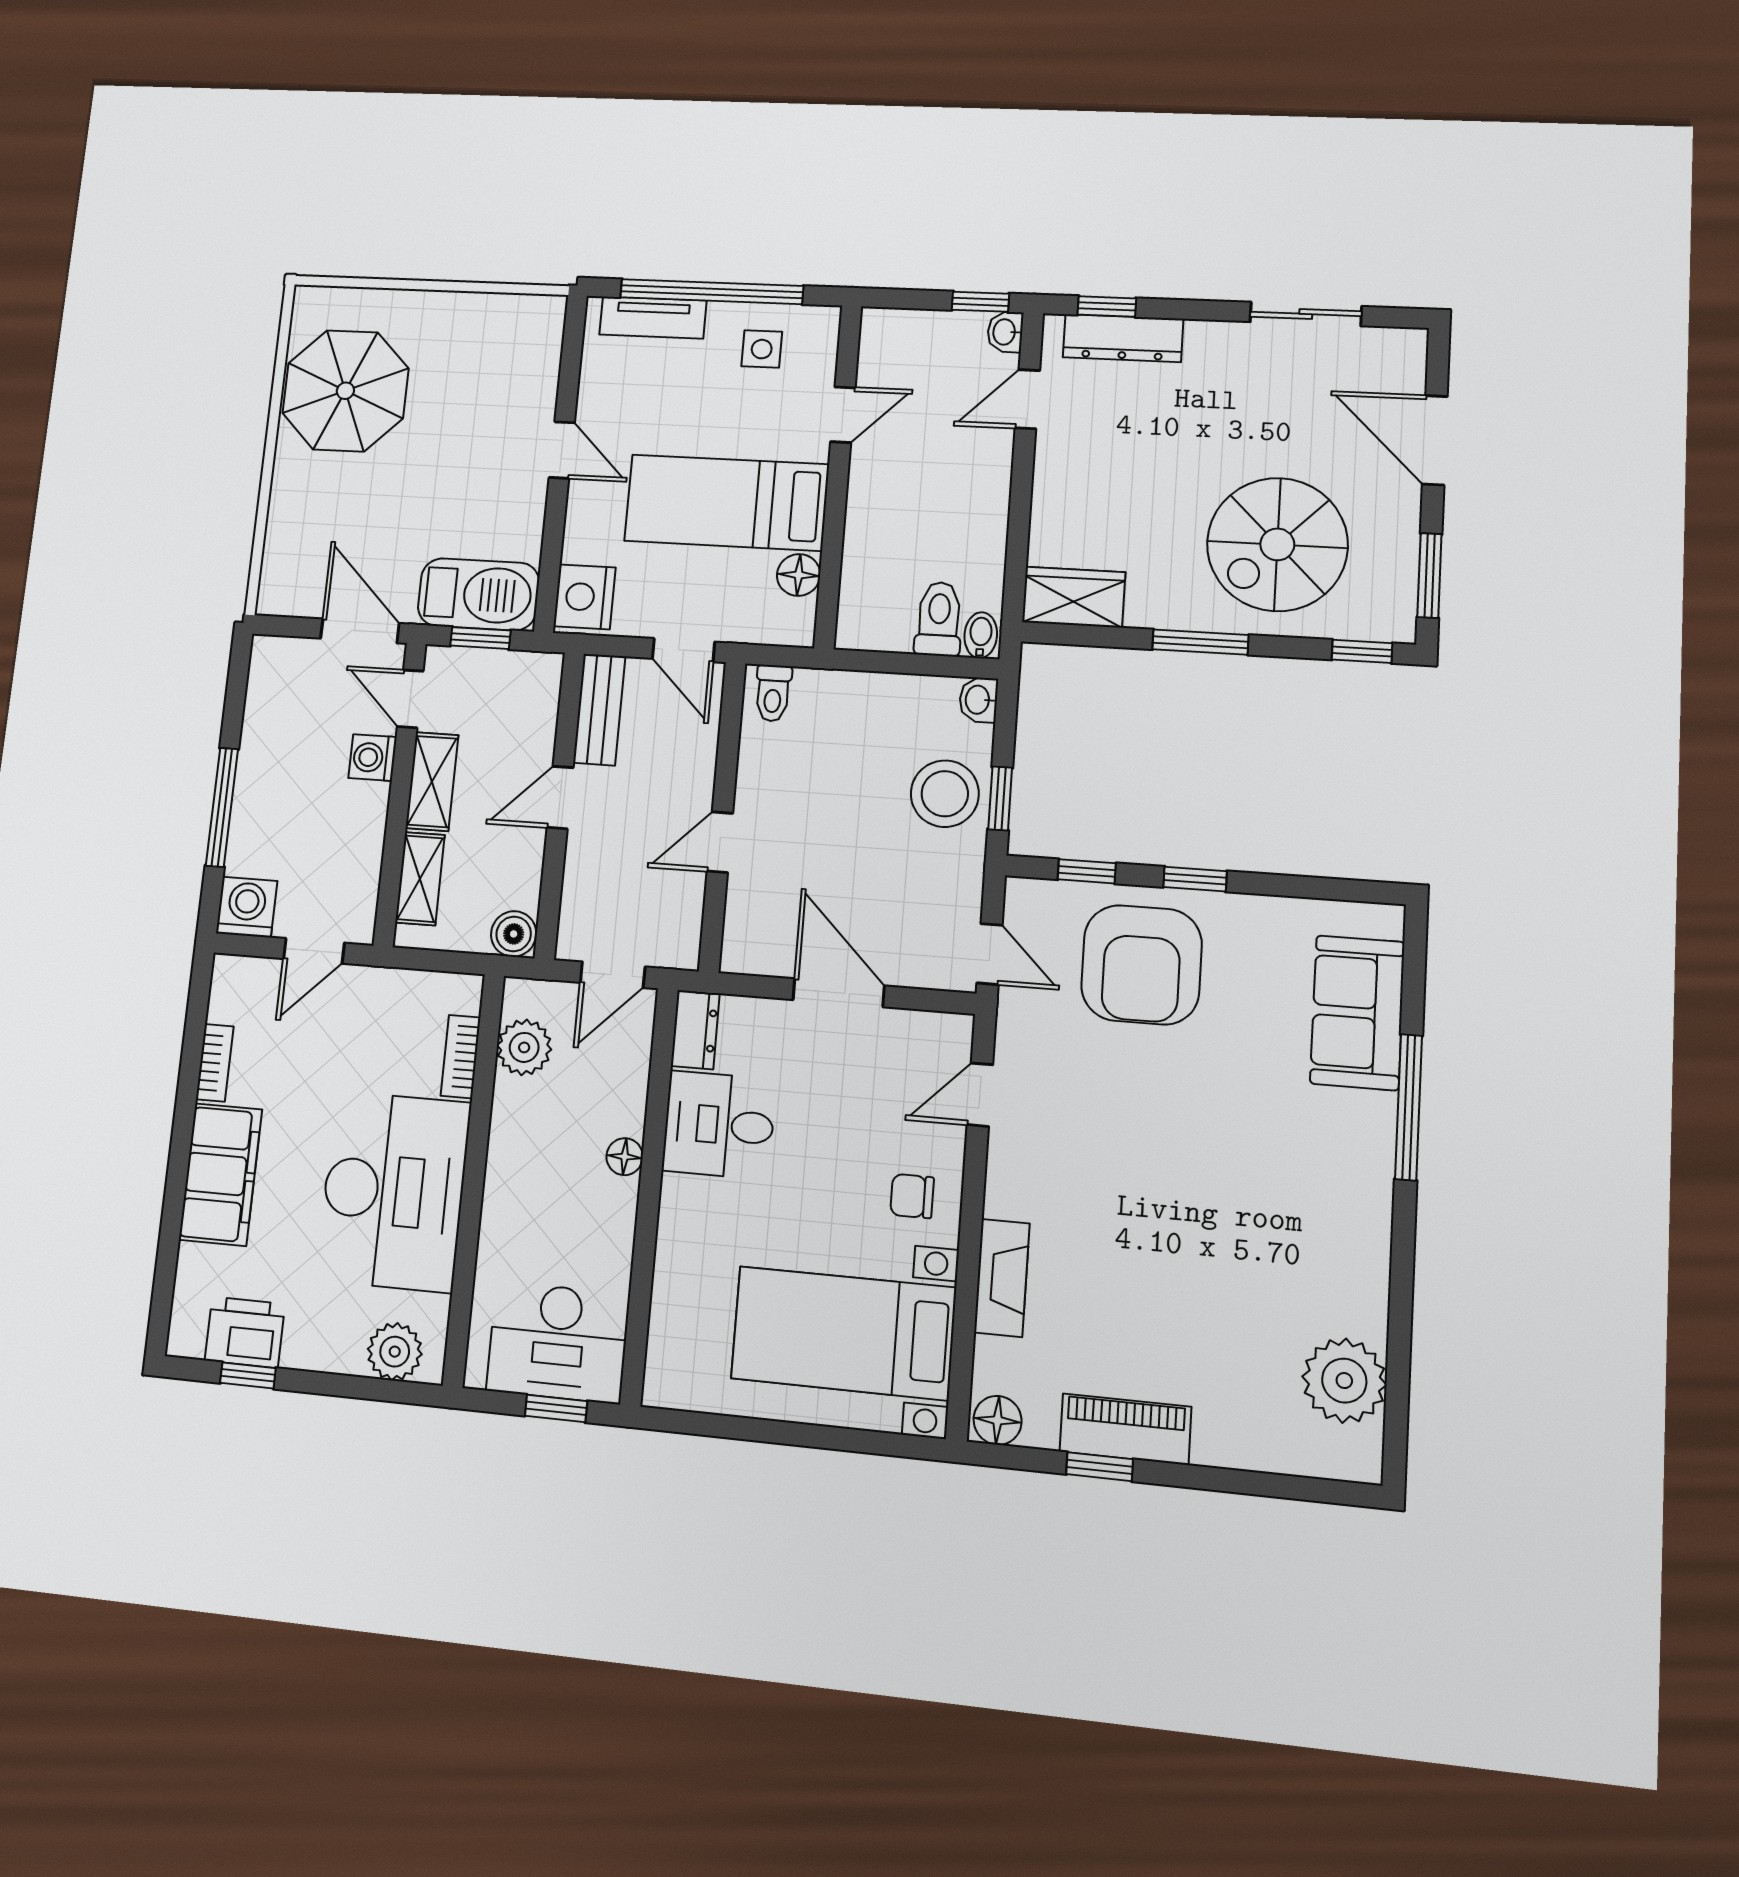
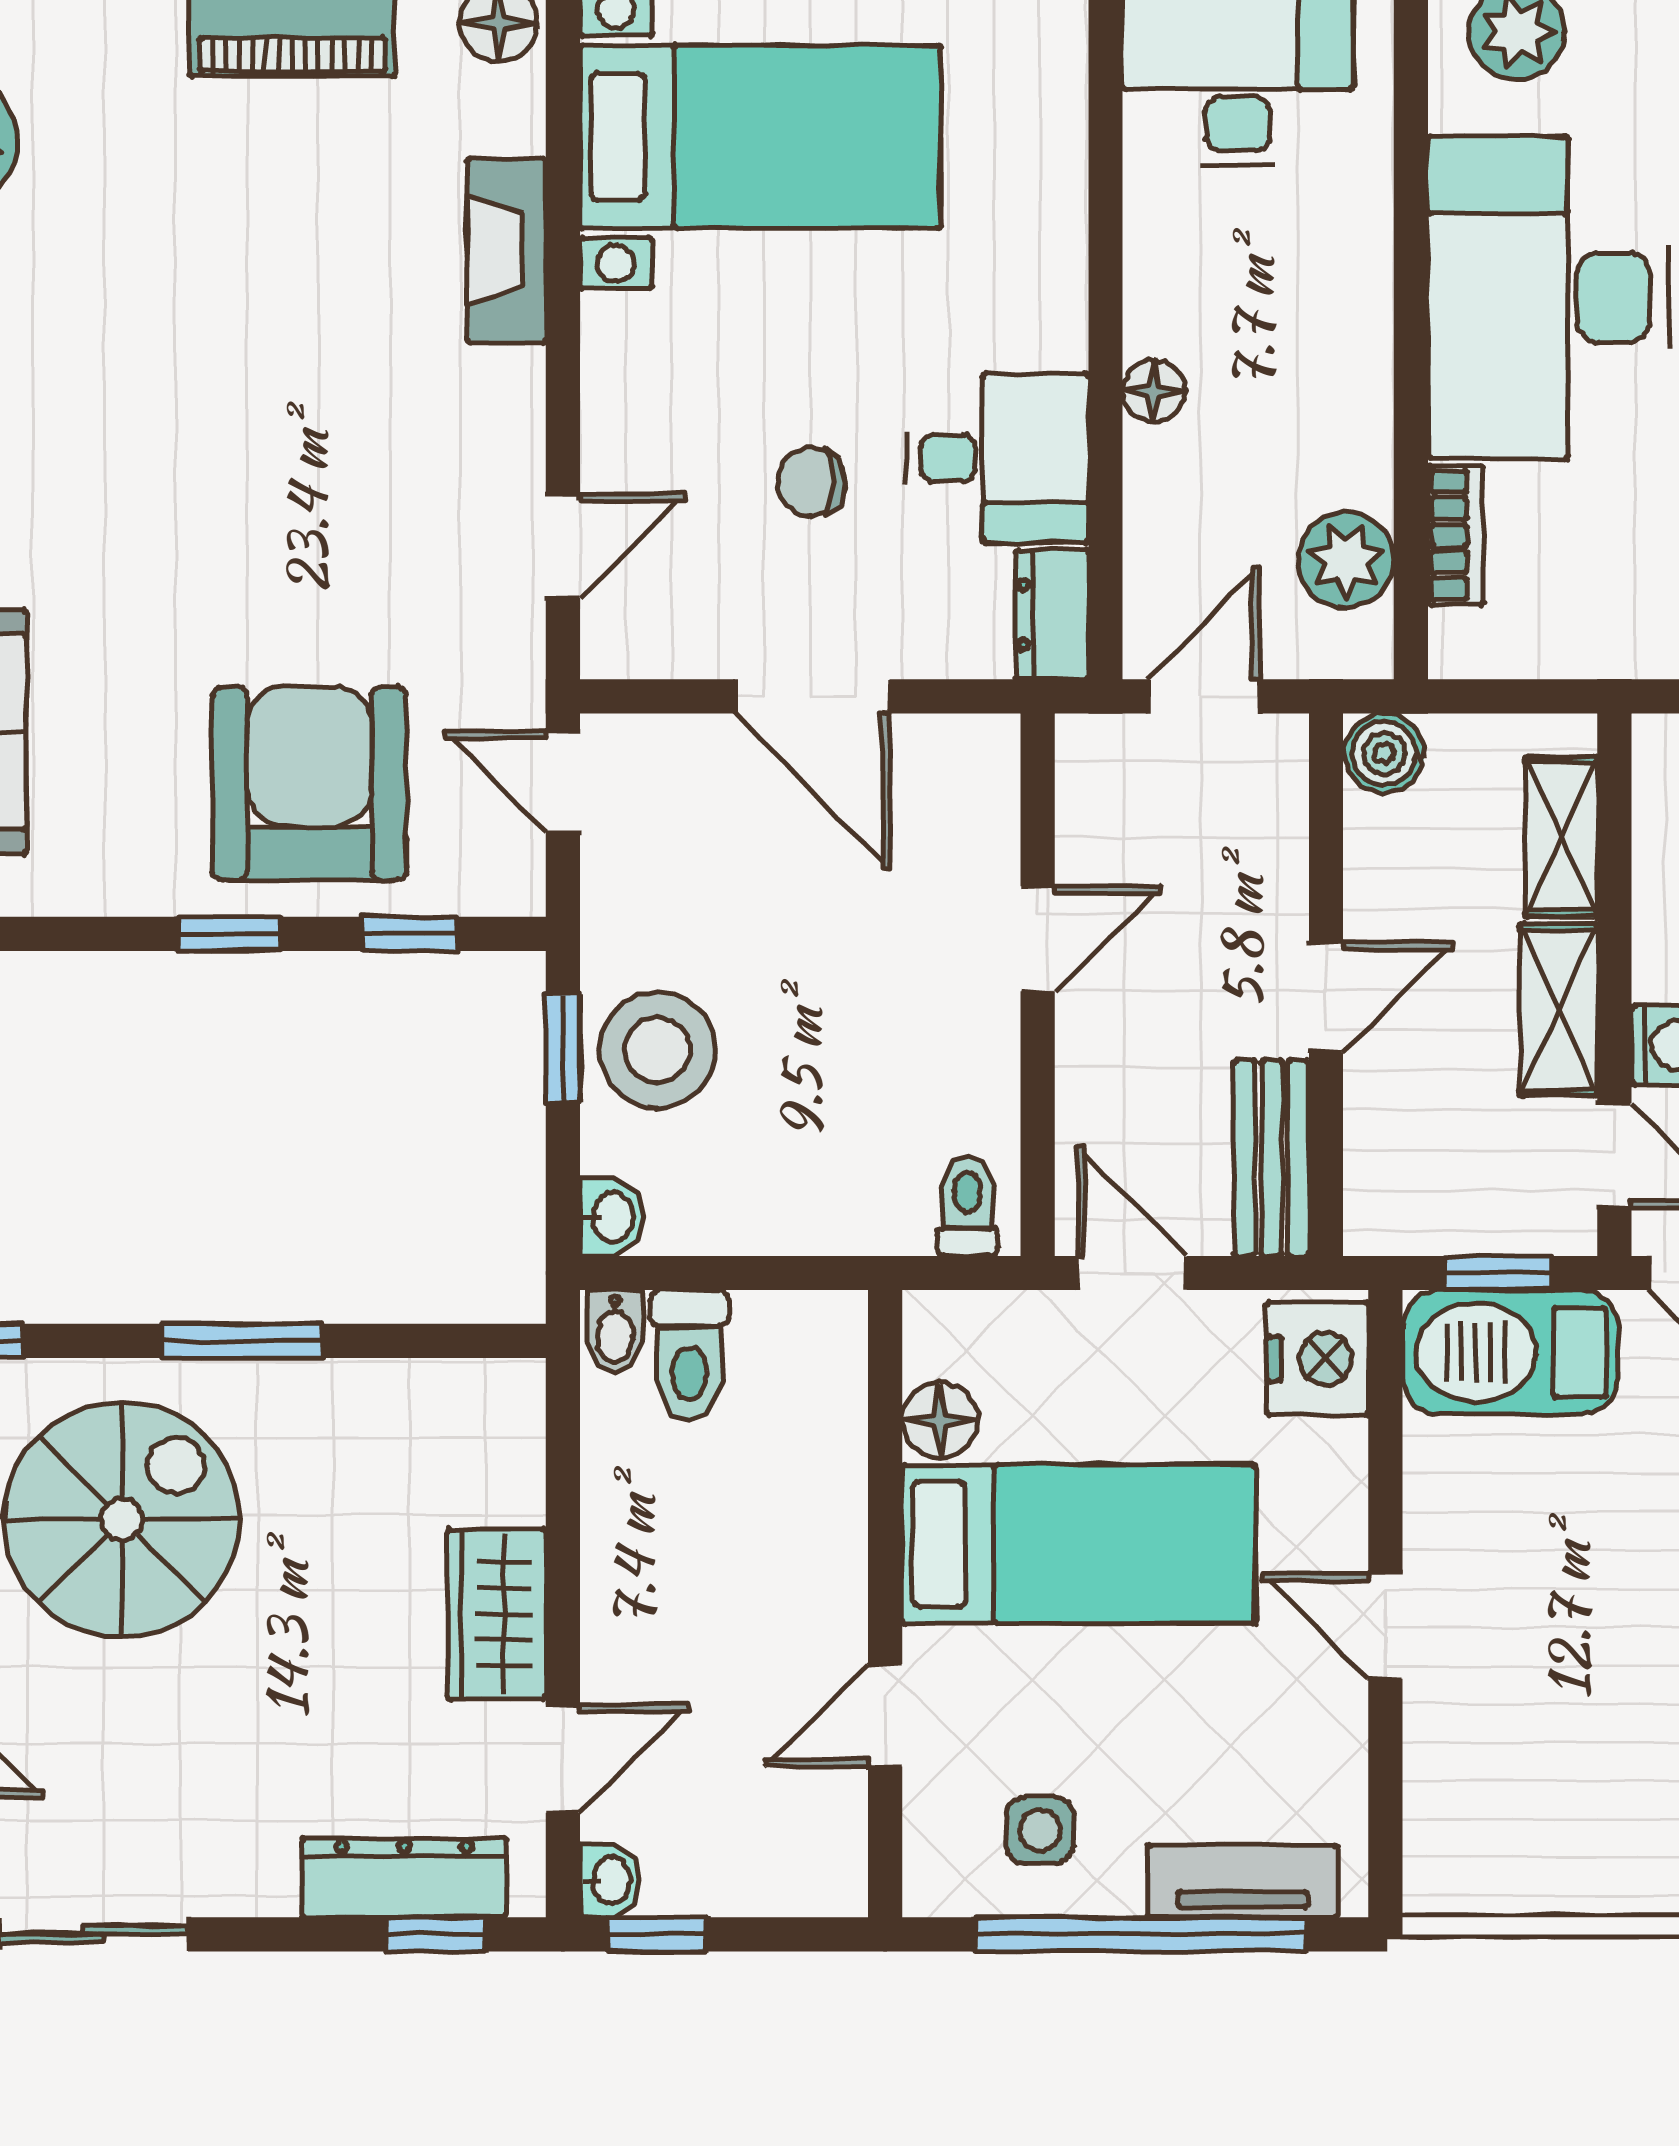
wardrobe: (1074, 597) -> (496, 1614), moved, turned 90
chair: (912, 1196) -> (811, 482), moved, turned 180

